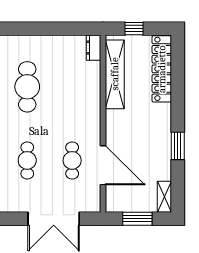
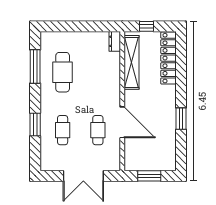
door: (103, 165) -> (122, 122), moved
shelving: (164, 197) -> (170, 159), removed

